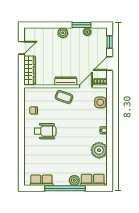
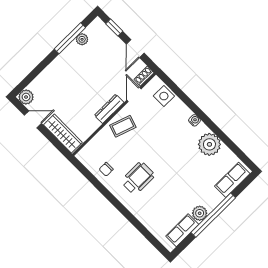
window: (82, 25) -> (70, 38), width x1.44
plant: (63, 33) -> (26, 97), moved
door: (21, 48) -> (33, 119), hinge flipped
plant: (74, 180) -> (200, 213), moved

